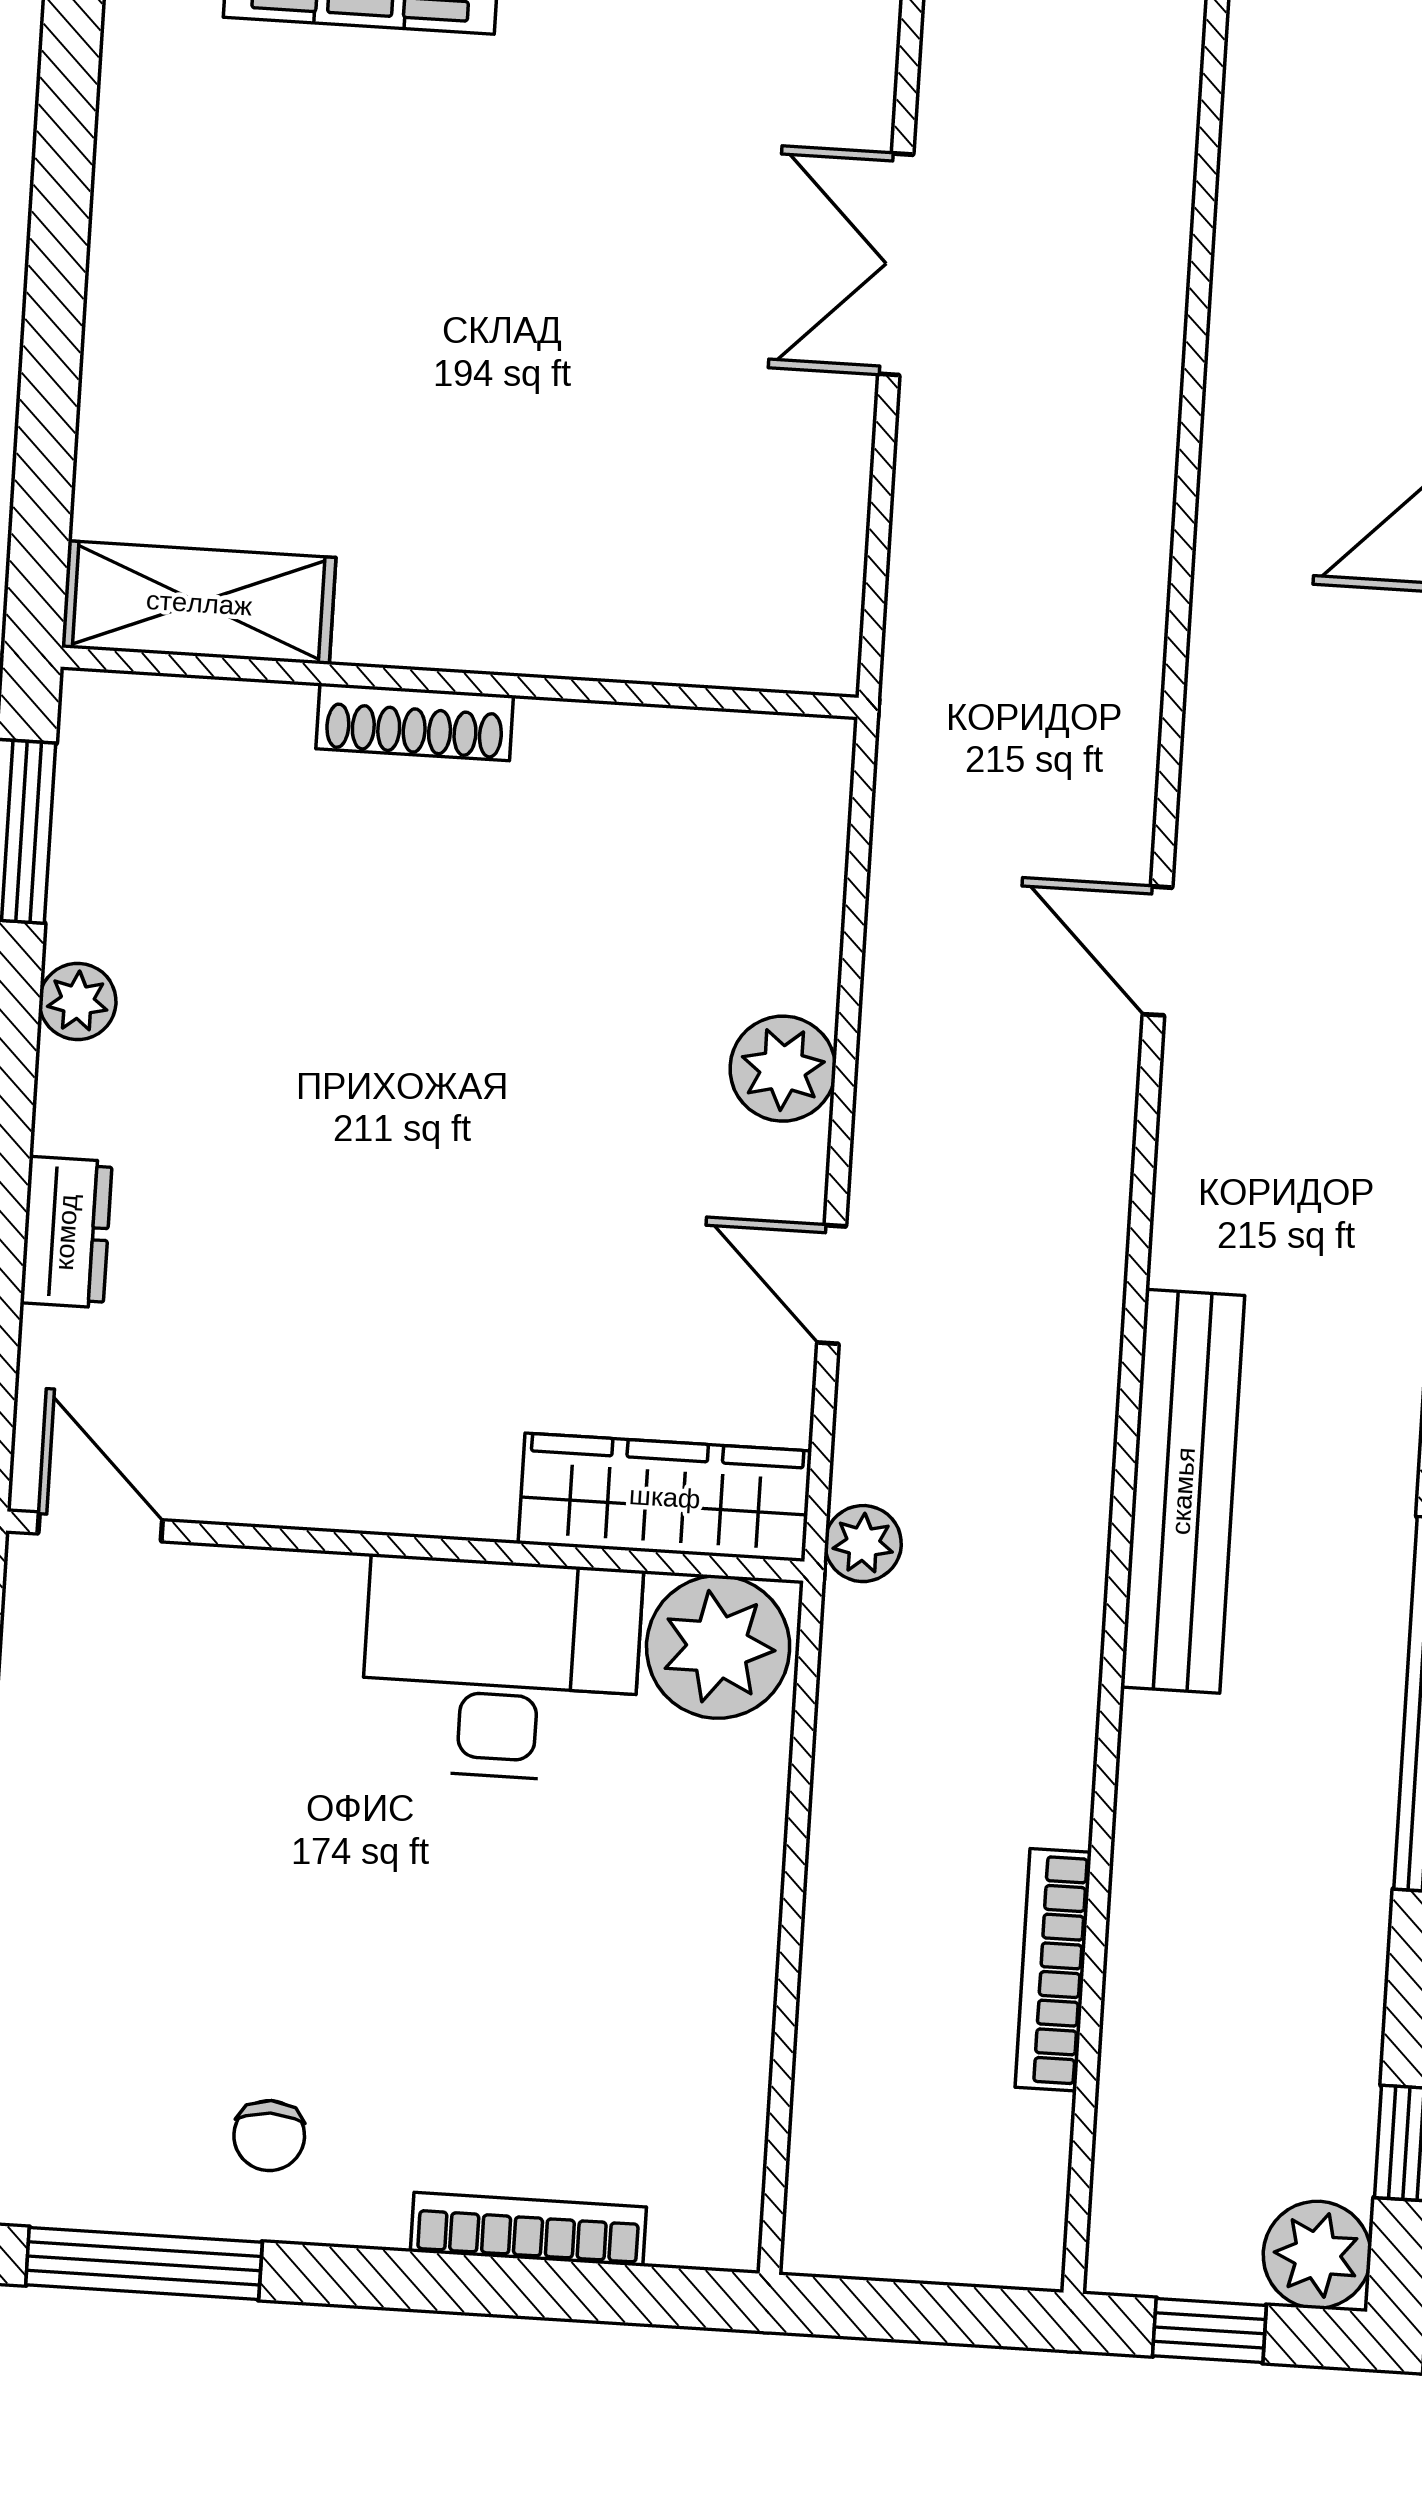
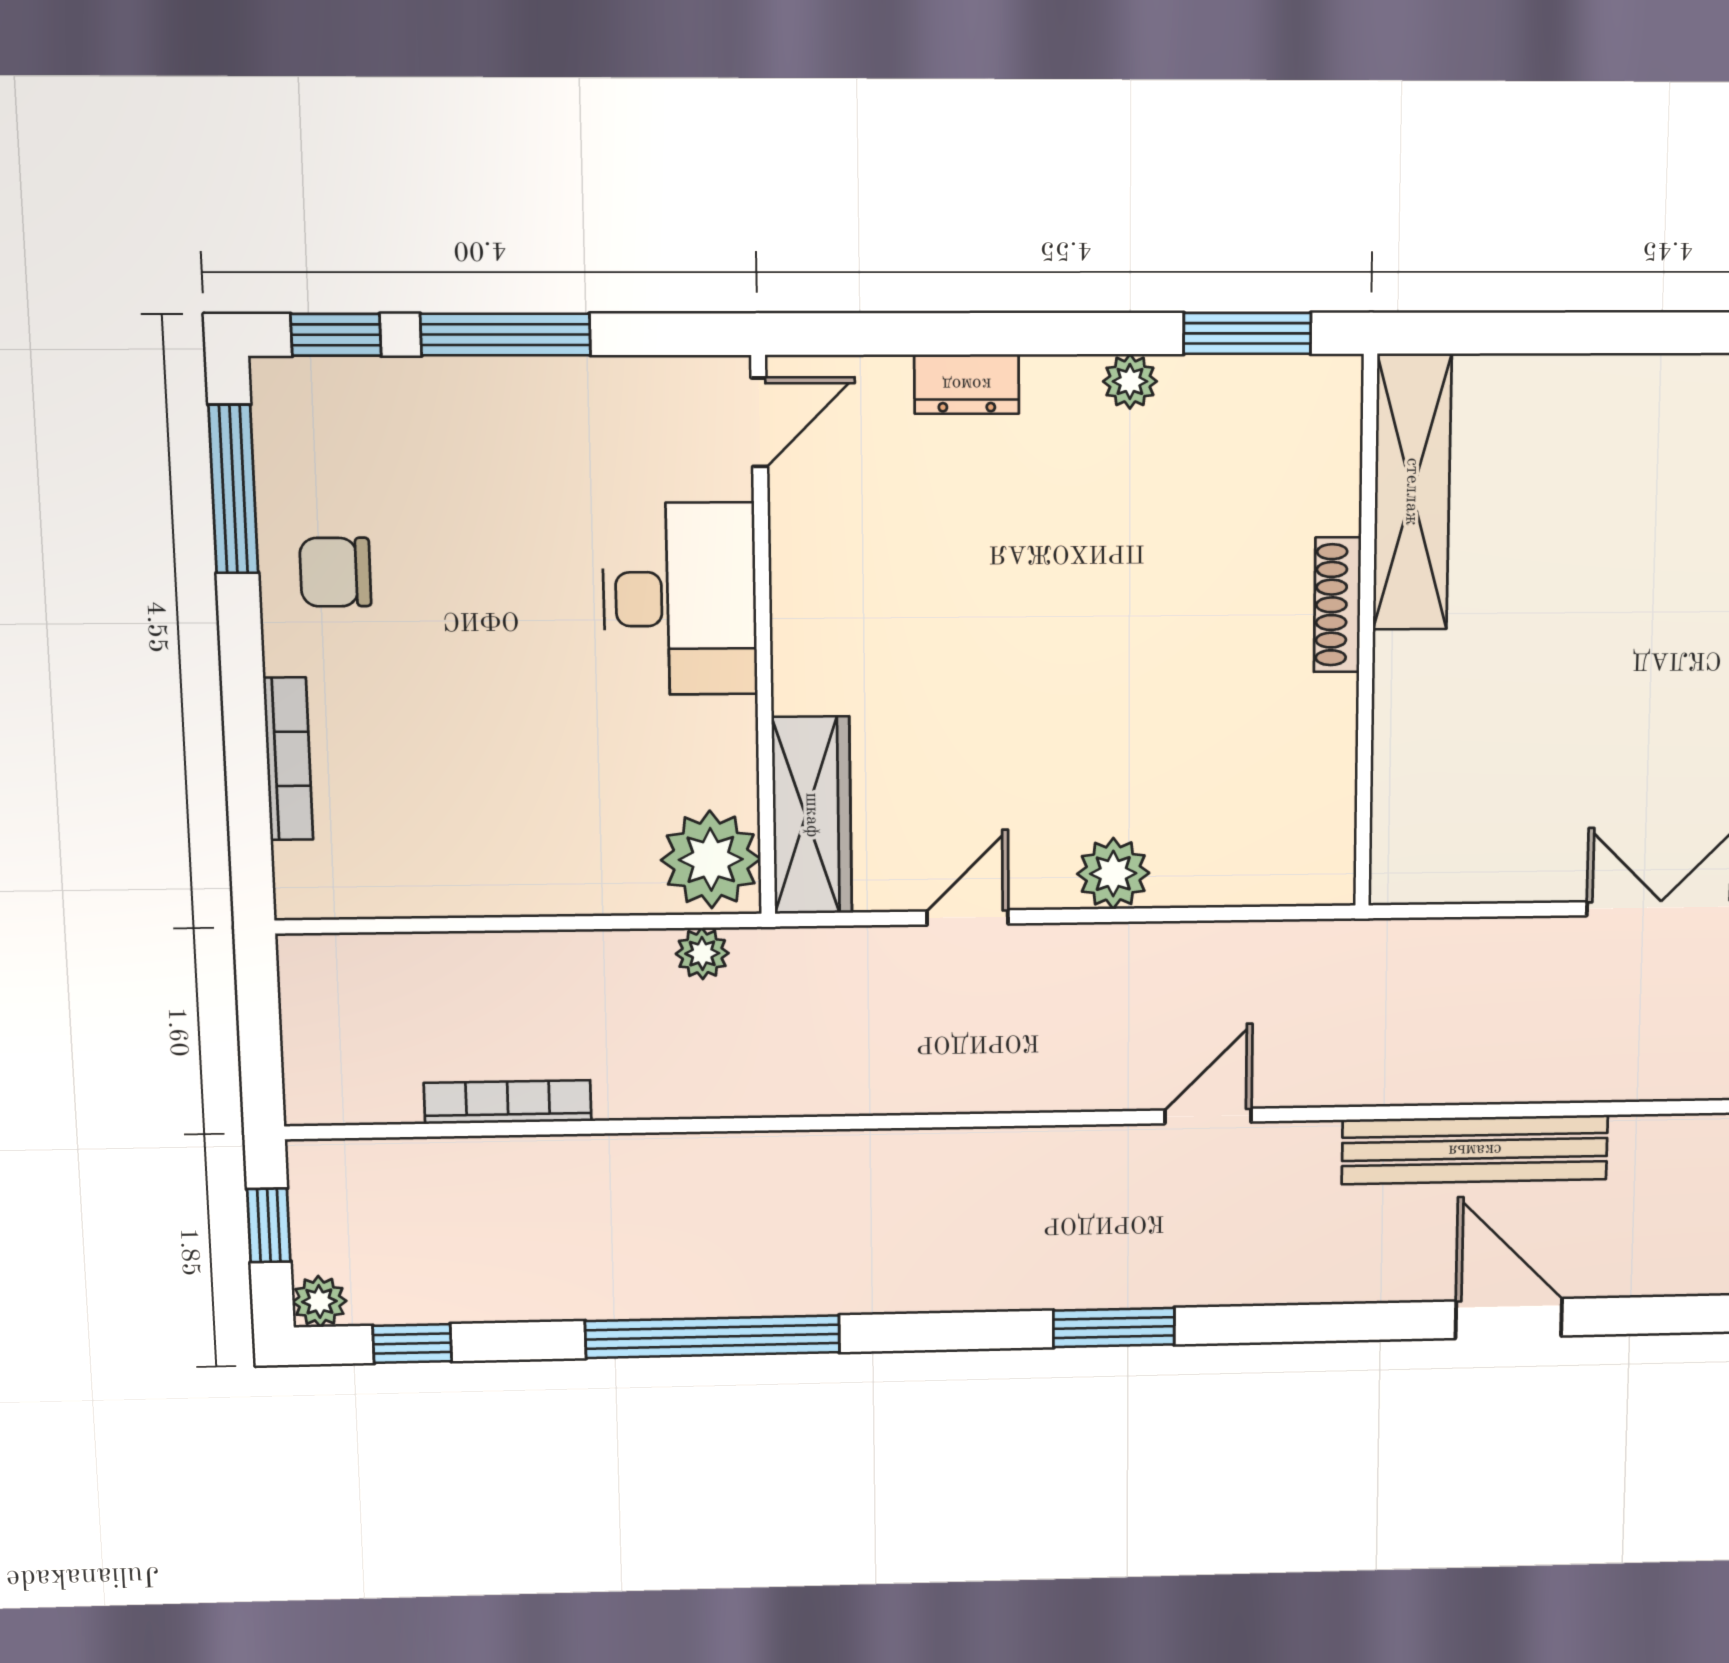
shelving: (199, 603) -> (1412, 492), width x1.47
bench: (1183, 1491) -> (1475, 1150), moved
plant: (863, 1544) -> (702, 953), moved
desk: (501, 1669) -> (680, 599), moved
chair: (269, 2136) -> (335, 572), width x1.37, depth x1.37
plant: (1317, 2255) -> (319, 1301), width x0.73, depth x0.73

